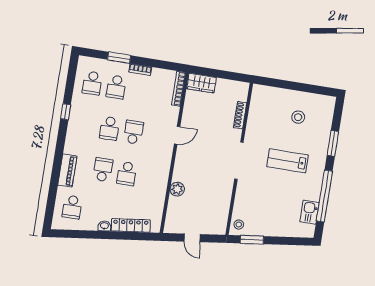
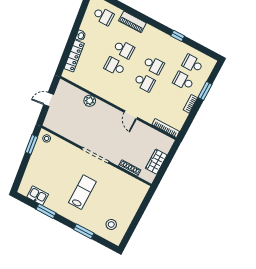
wardrobe: (201, 83) -> (156, 162), moved
stool: (298, 117) -> (111, 224), moved
school desk: (110, 128) -> (154, 65), turned 180
window: (324, 196) -> (46, 211), width x0.47
school desk: (72, 207) -> (103, 16), turned 180

